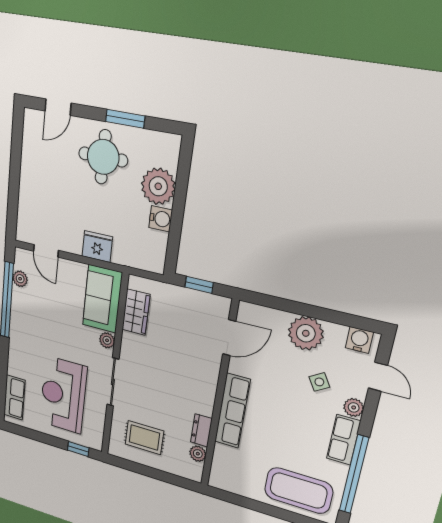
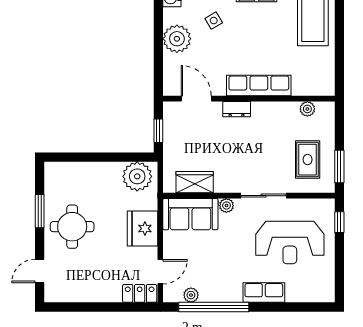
door: (58, 107) -> (40, 271), swing flipped
plant: (158, 186) -> (137, 176), moved
water cooler: (161, 219) -> (112, 171), removed
locker: (26, 222) -> (140, 293), added
fridge: (97, 247) -> (142, 228), width x1.36, depth x1.34
row of seats: (14, 397) -> (264, 293), moved
dresser: (201, 430) -> (237, 109), moved
window: (133, 466) -> (339, 167), added

